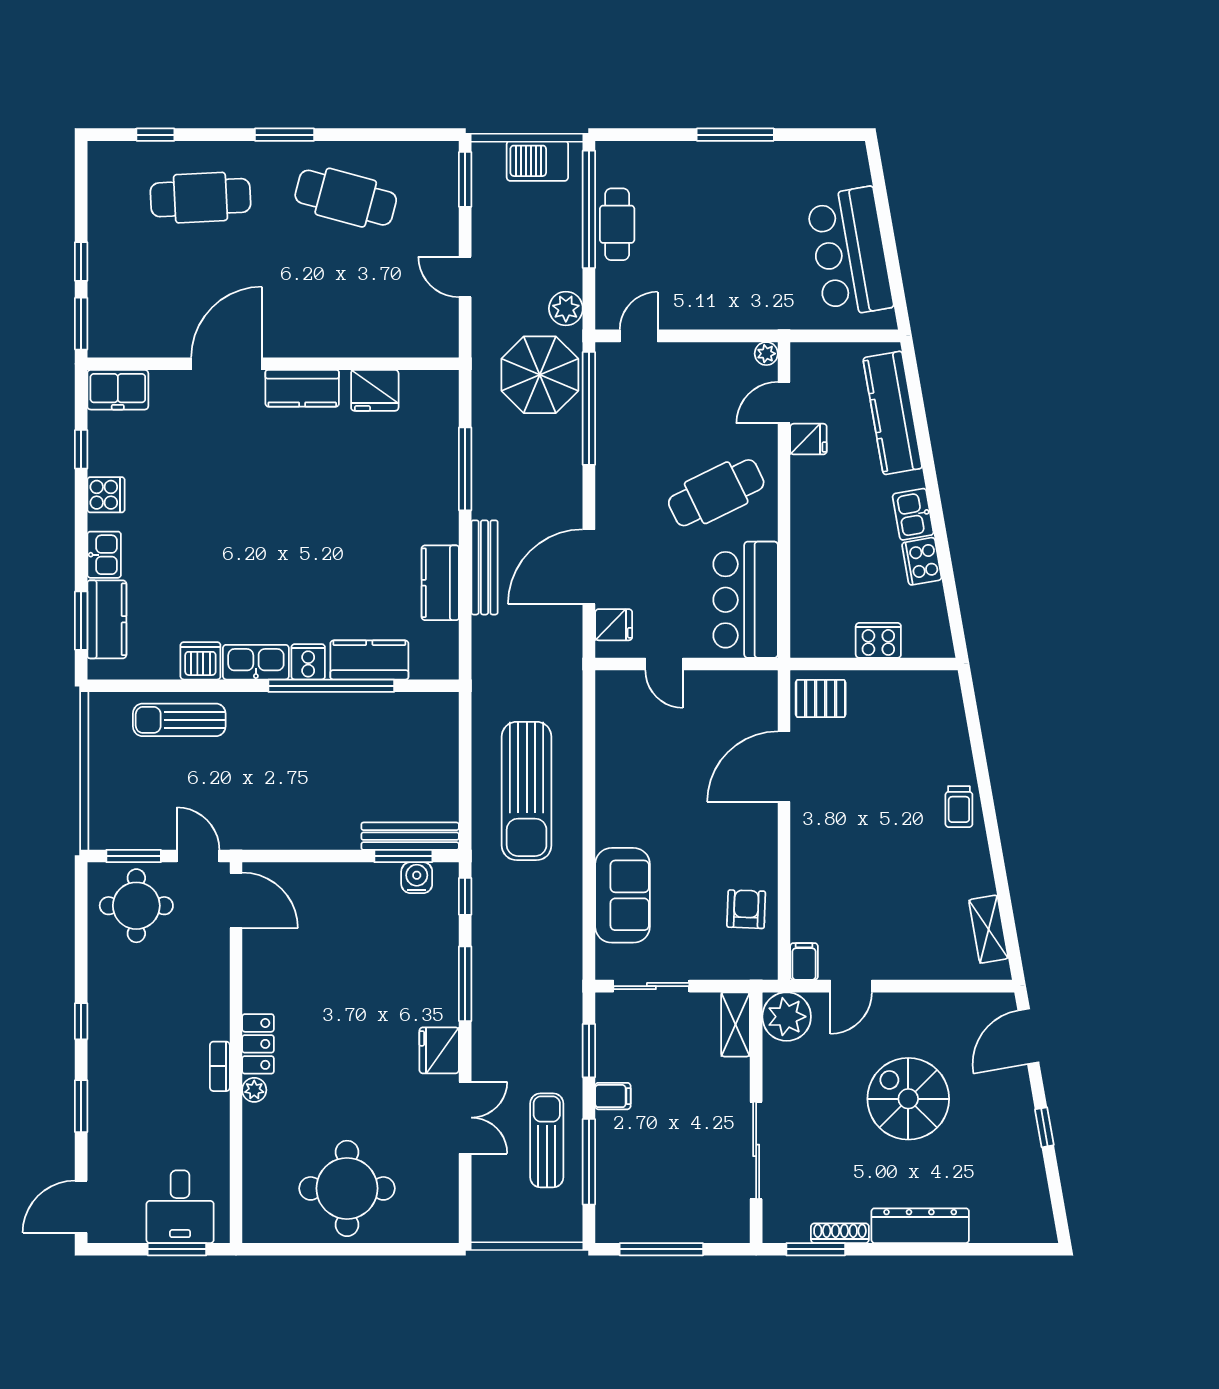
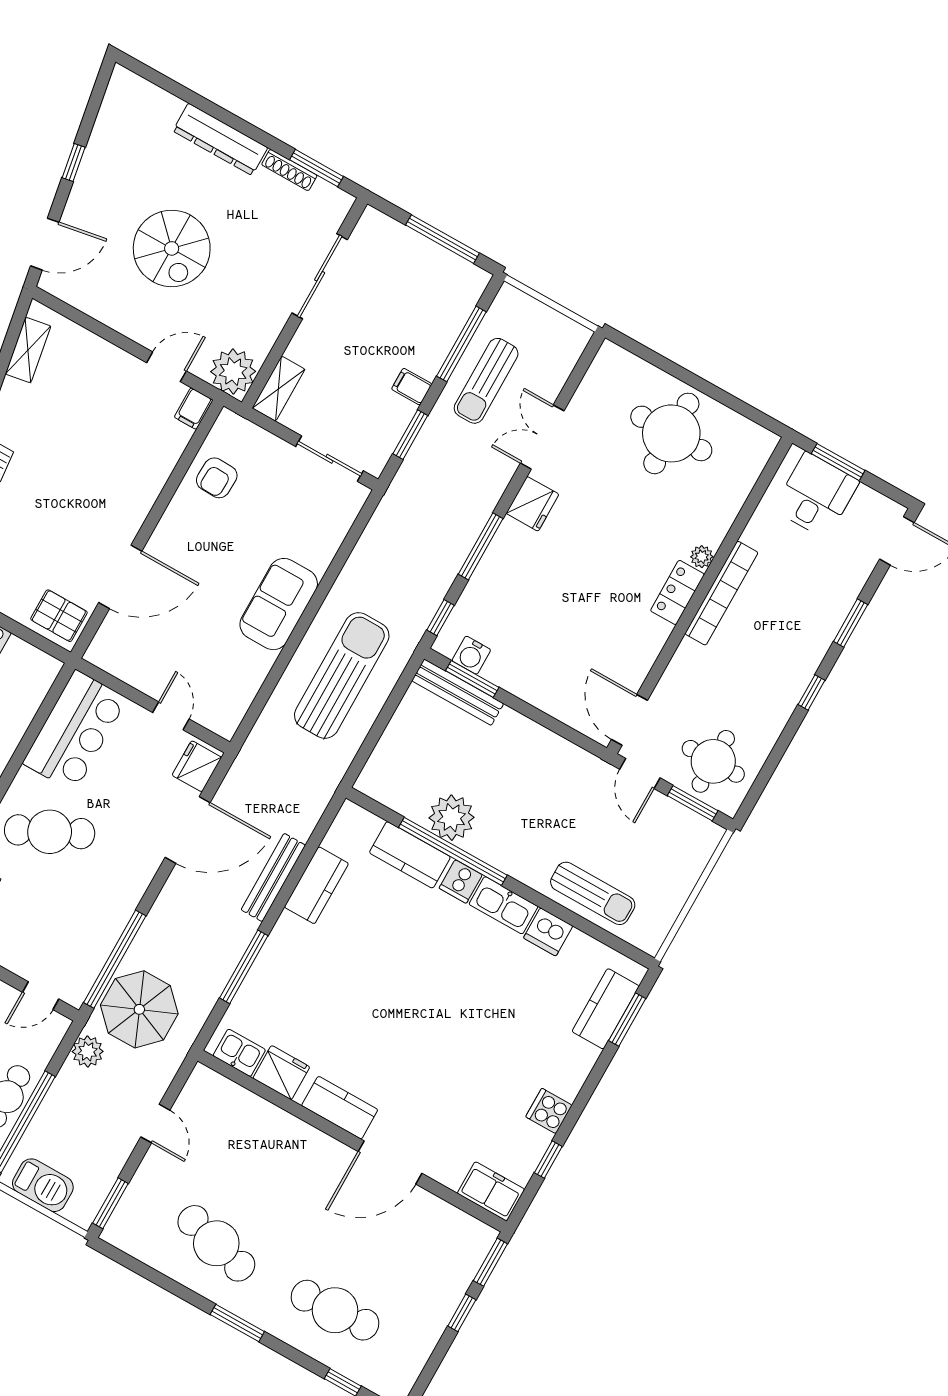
kitchen sink: (104, 555) -> (239, 1053), moved, turned 90
fridge: (614, 625) -> (197, 766), width x1.38
plant: (350, 716) -> (452, 818), added
sofa: (623, 895) -> (279, 604), moved
bookcase: (220, 1066) -> (721, 593), width x2.31, depth x1.31

